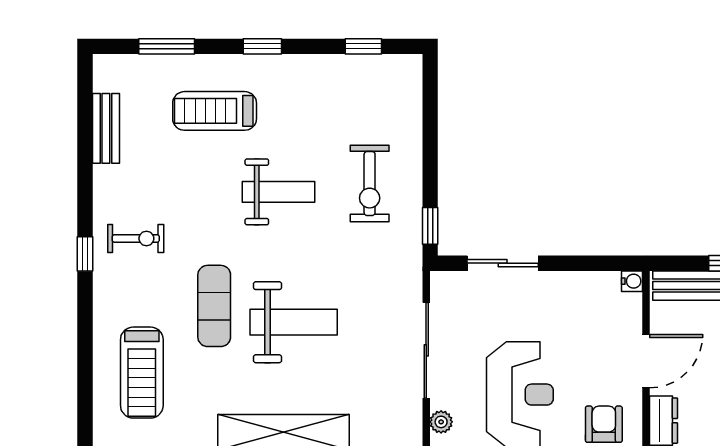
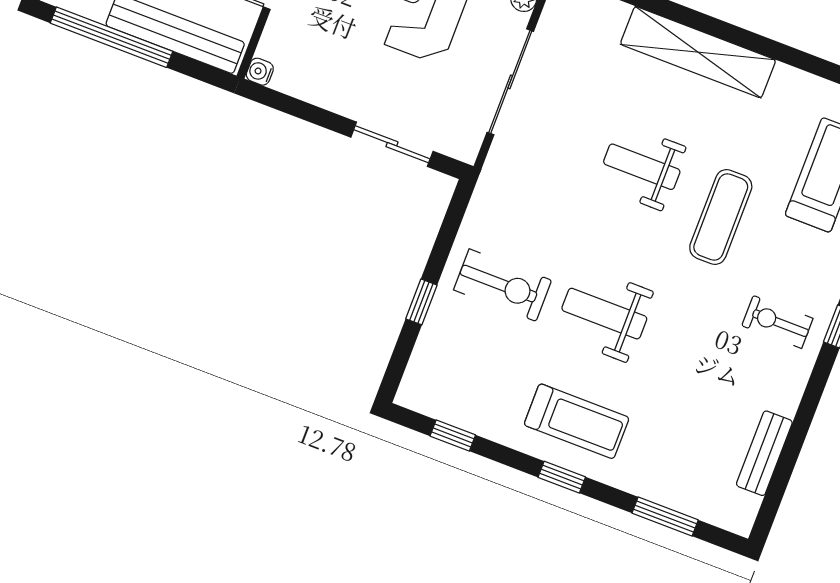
treadmill: (215, 111) -> (577, 421), moved
exercise bike: (370, 183) -> (503, 285), turned 90
window: (430, 226) -> (421, 302), moved
weight bench: (294, 322) -> (642, 167), width x0.73, depth x0.75

